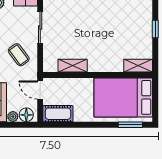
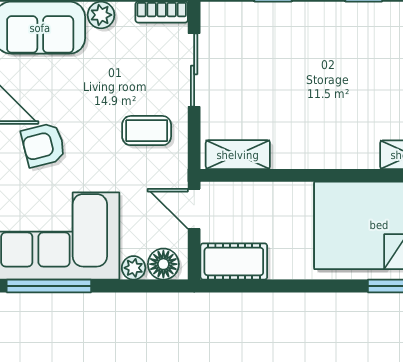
coffee table: (19, 55) -> (147, 131), turned -53
shelving: (73, 66) -> (238, 155), moved

